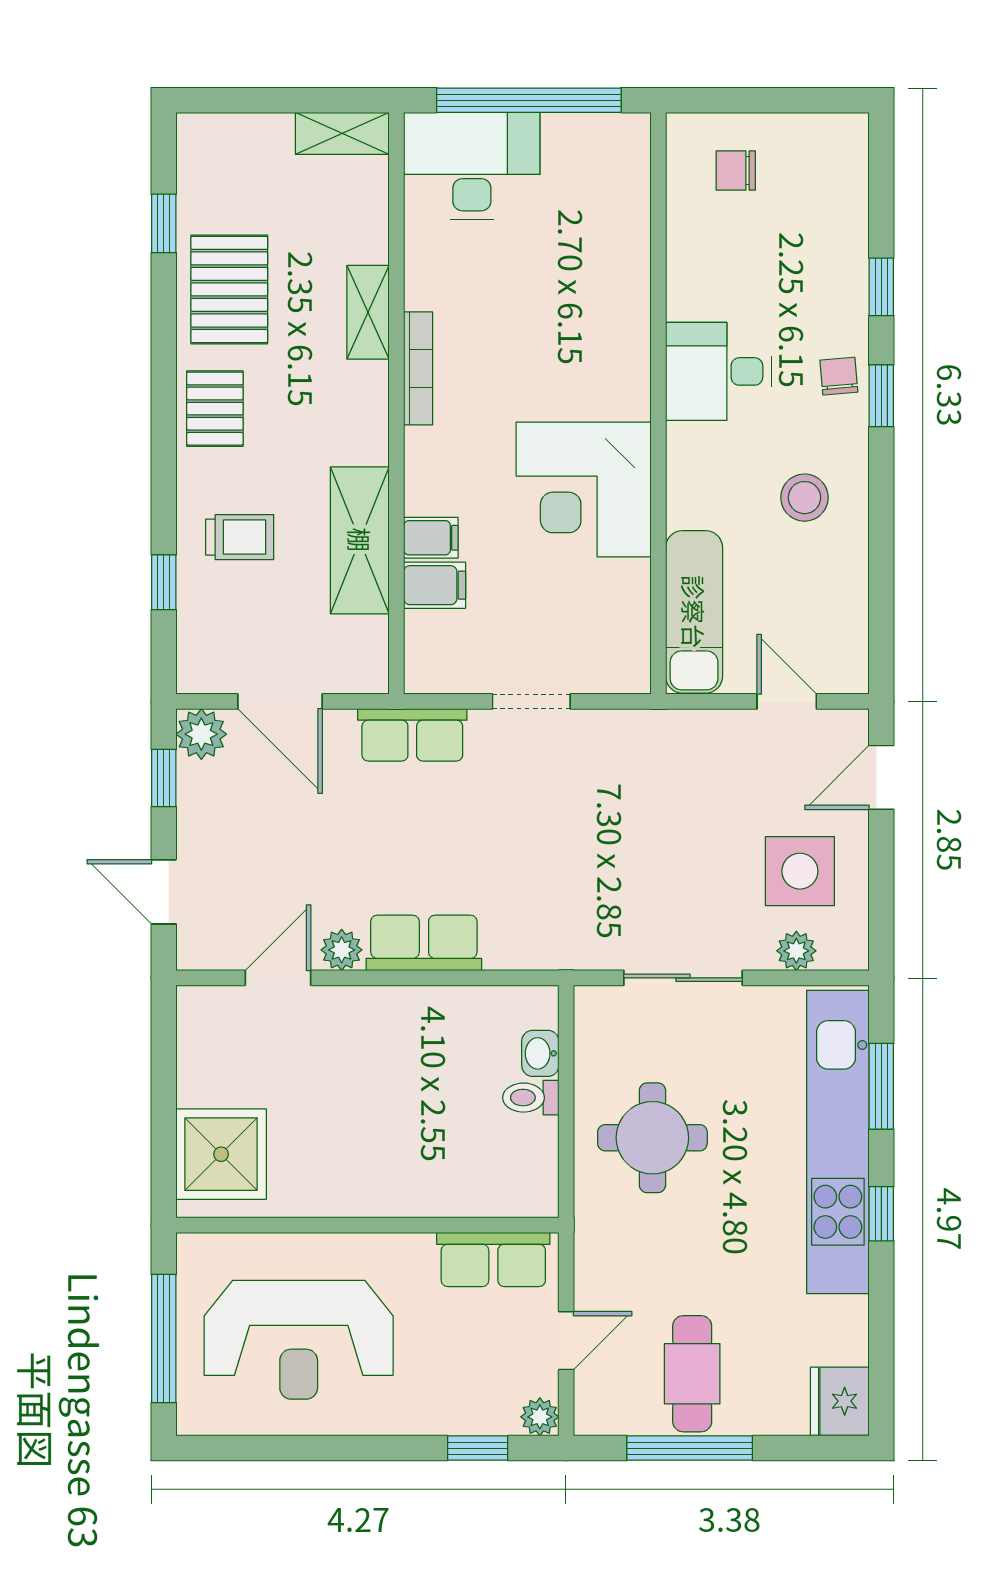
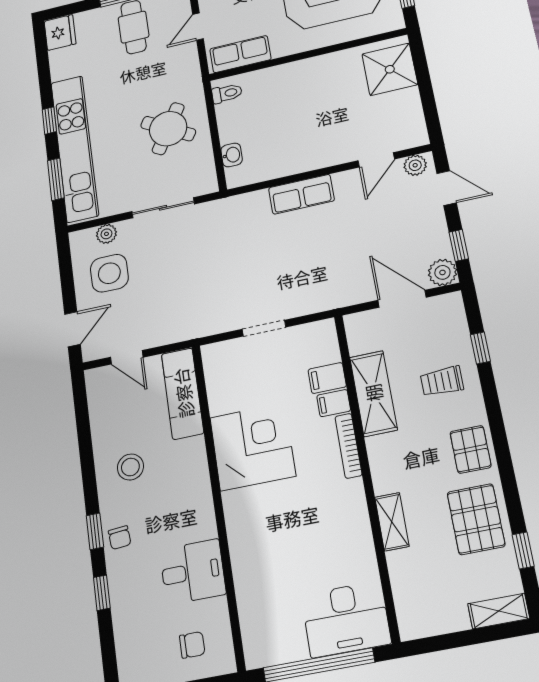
shelving: (342, 133) -> (499, 611), moved
bookcase: (418, 368) -> (348, 446), moved
desk: (718, 371) -> (193, 572), moved
row of seats: (412, 735) -> (326, 297), removed
plant: (342, 950) -> (415, 165), moved
toilet: (531, 1098) -> (227, 93), moved
round table: (652, 1138) -> (168, 129), turned 30

